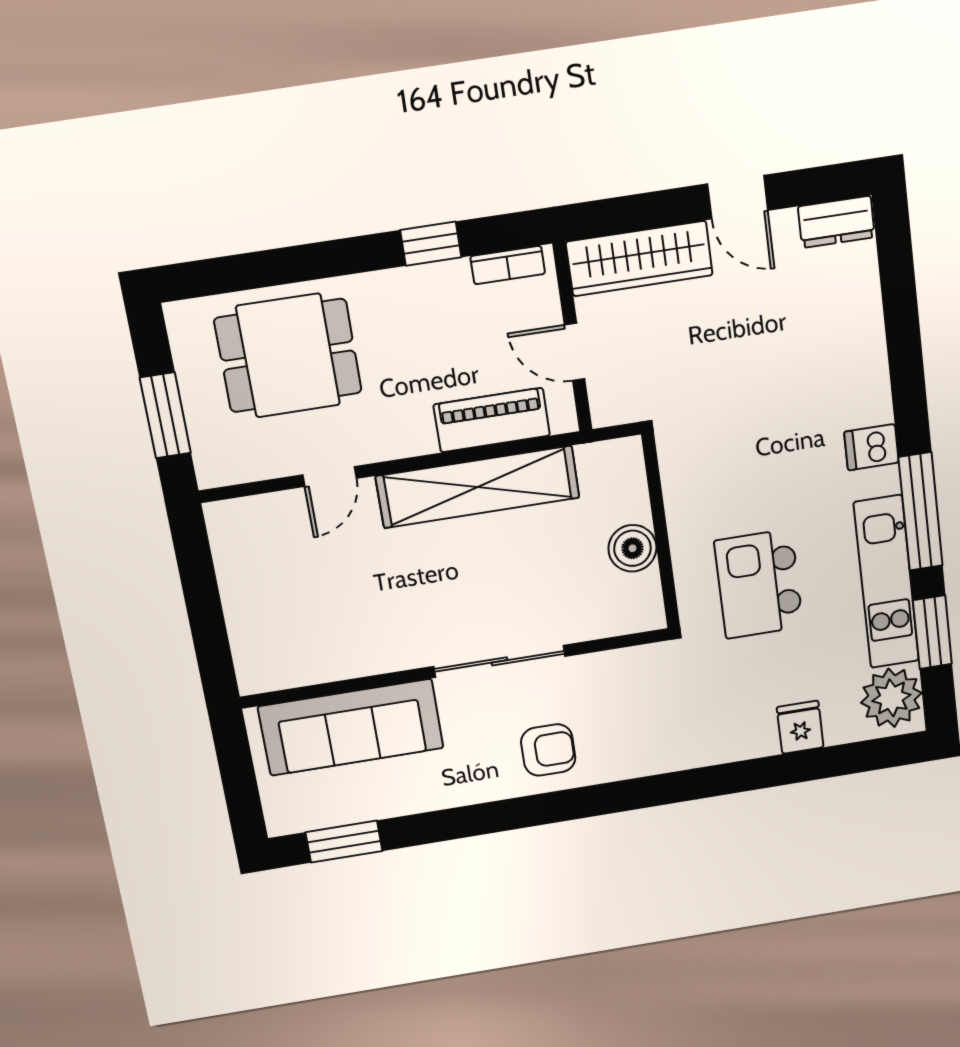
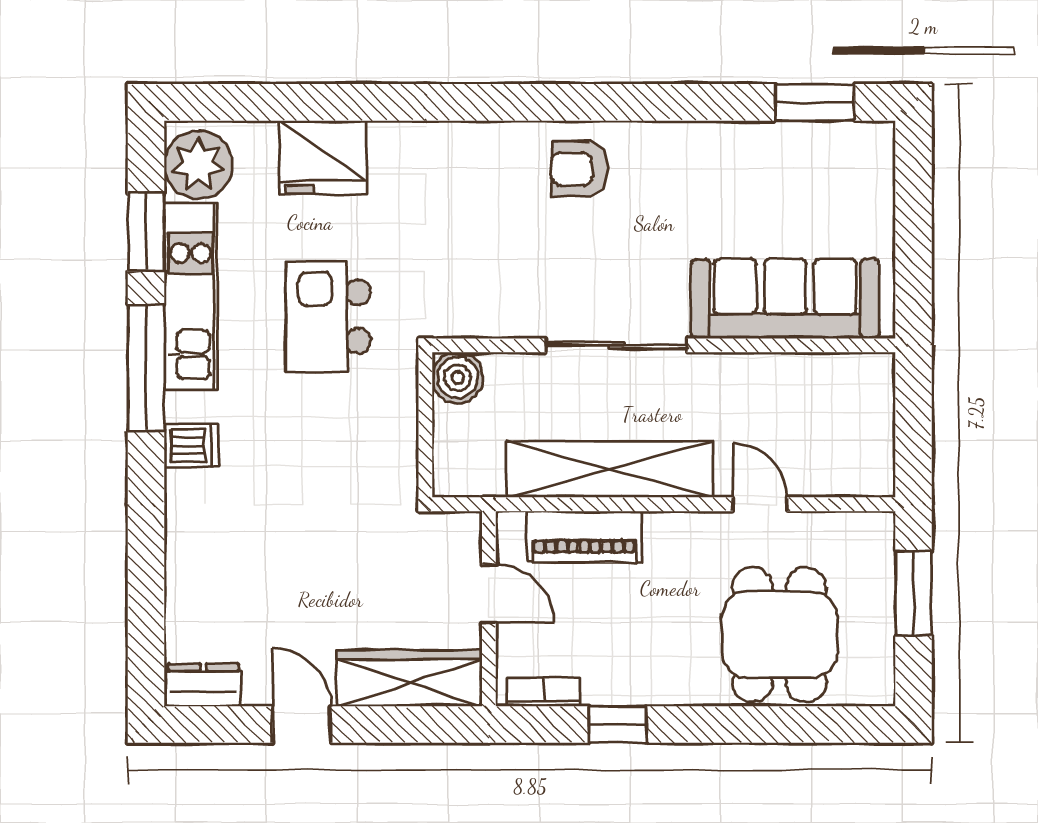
dining table: (288, 356) -> (779, 635), turned 90
door: (330, 477) -> (760, 504), hinge flipped
kitchen island: (759, 584) -> (328, 317), turned 180
sliding door: (499, 661) -> (616, 345), moved
wall: (456, 668) -> (664, 345), moved
sofa: (351, 727) -> (785, 299), moved
fridge: (800, 727) -> (323, 157), width x1.88, depth x1.34

